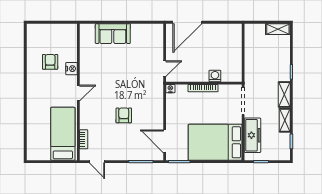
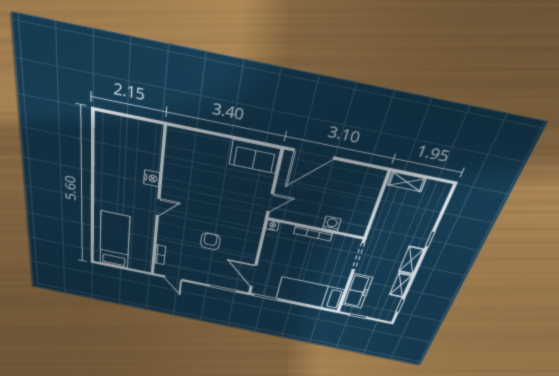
shelving: (278, 29) -> (407, 182), moved
sofa: (113, 34) -> (255, 157), moved
armchair: (50, 62) -> (125, 165), removed
bed: (63, 134) -> (115, 240), moved
bed: (215, 142) -> (310, 294), width x0.67

